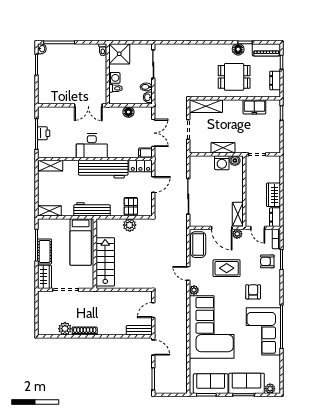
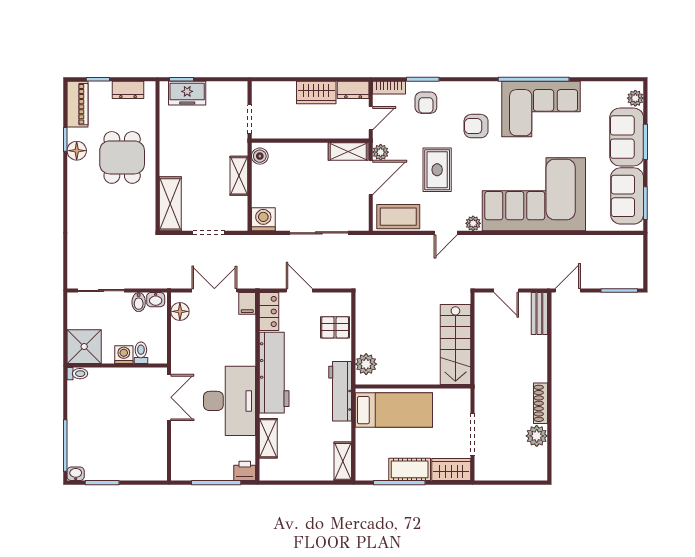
freezer: (254, 107) -> (187, 93), moved, turned 90
floor lamp: (128, 112) -> (180, 311), moved
printer: (44, 133) -> (245, 471), moved
desk: (92, 146) -> (229, 401), width x1.36, depth x1.30
washing machine: (222, 163) -> (263, 219), moved, turned -90
shelving: (51, 166) -> (268, 438), moved
plant: (130, 225) -> (366, 364), moved
stairs: (105, 262) -> (455, 345), moved, turned -90

